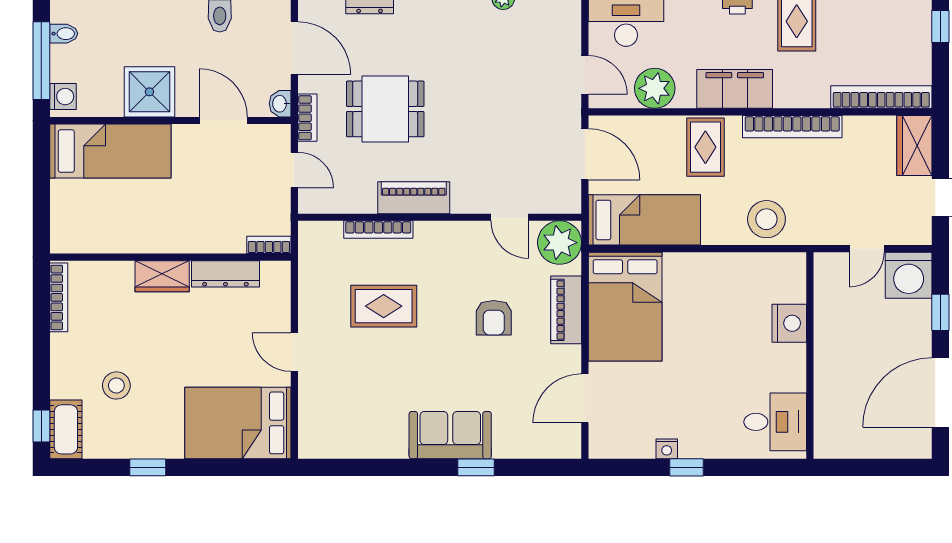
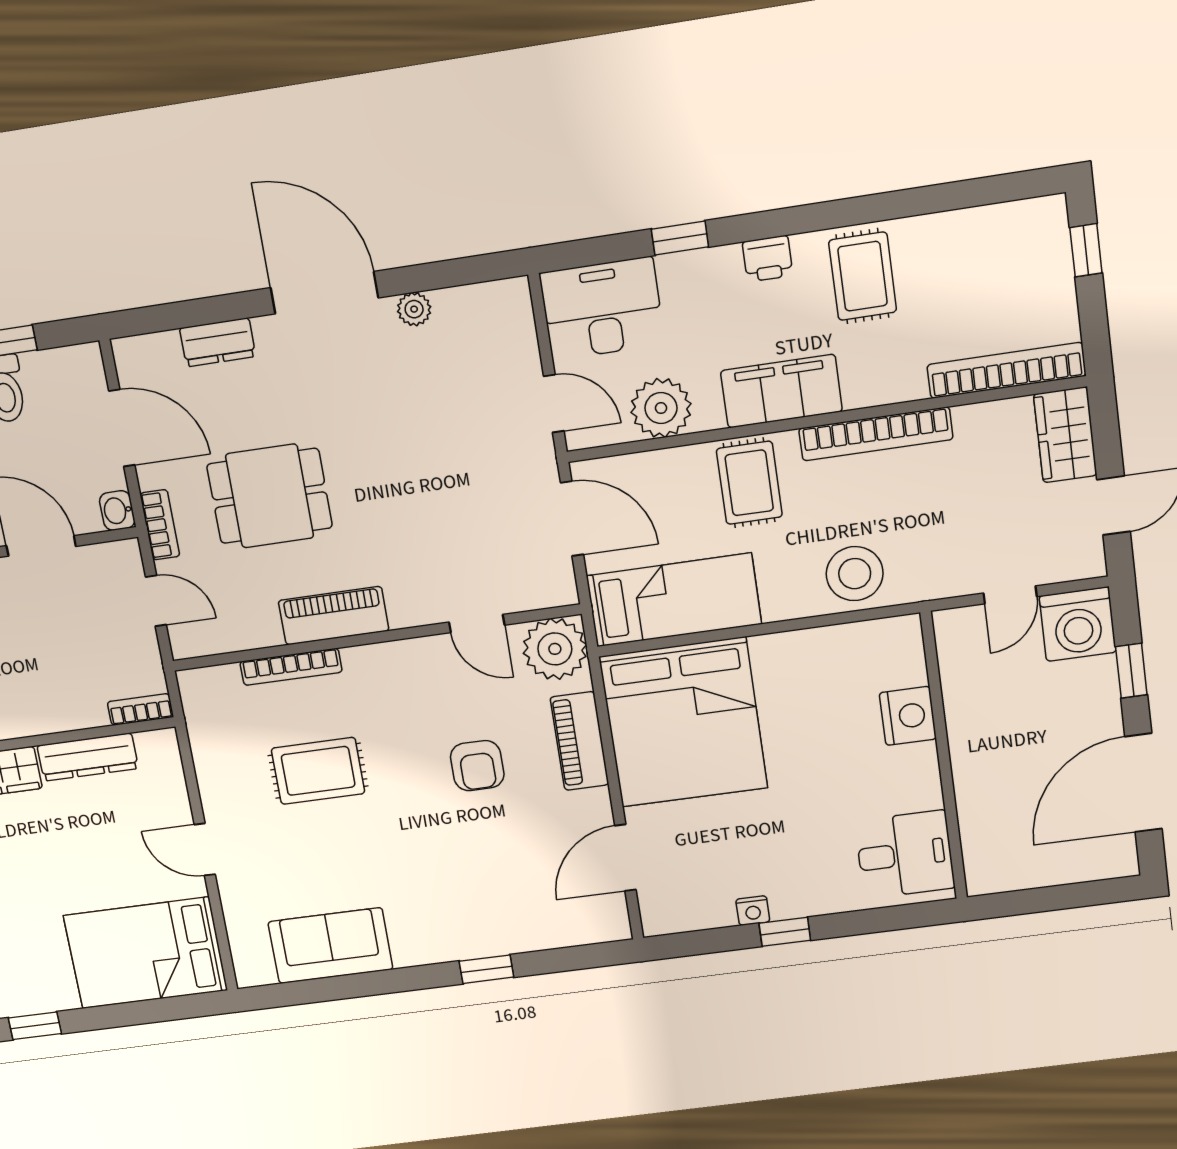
bed: (625, 307) -> (683, 722), width x1.36
sofa: (450, 435) -> (330, 946), moved

